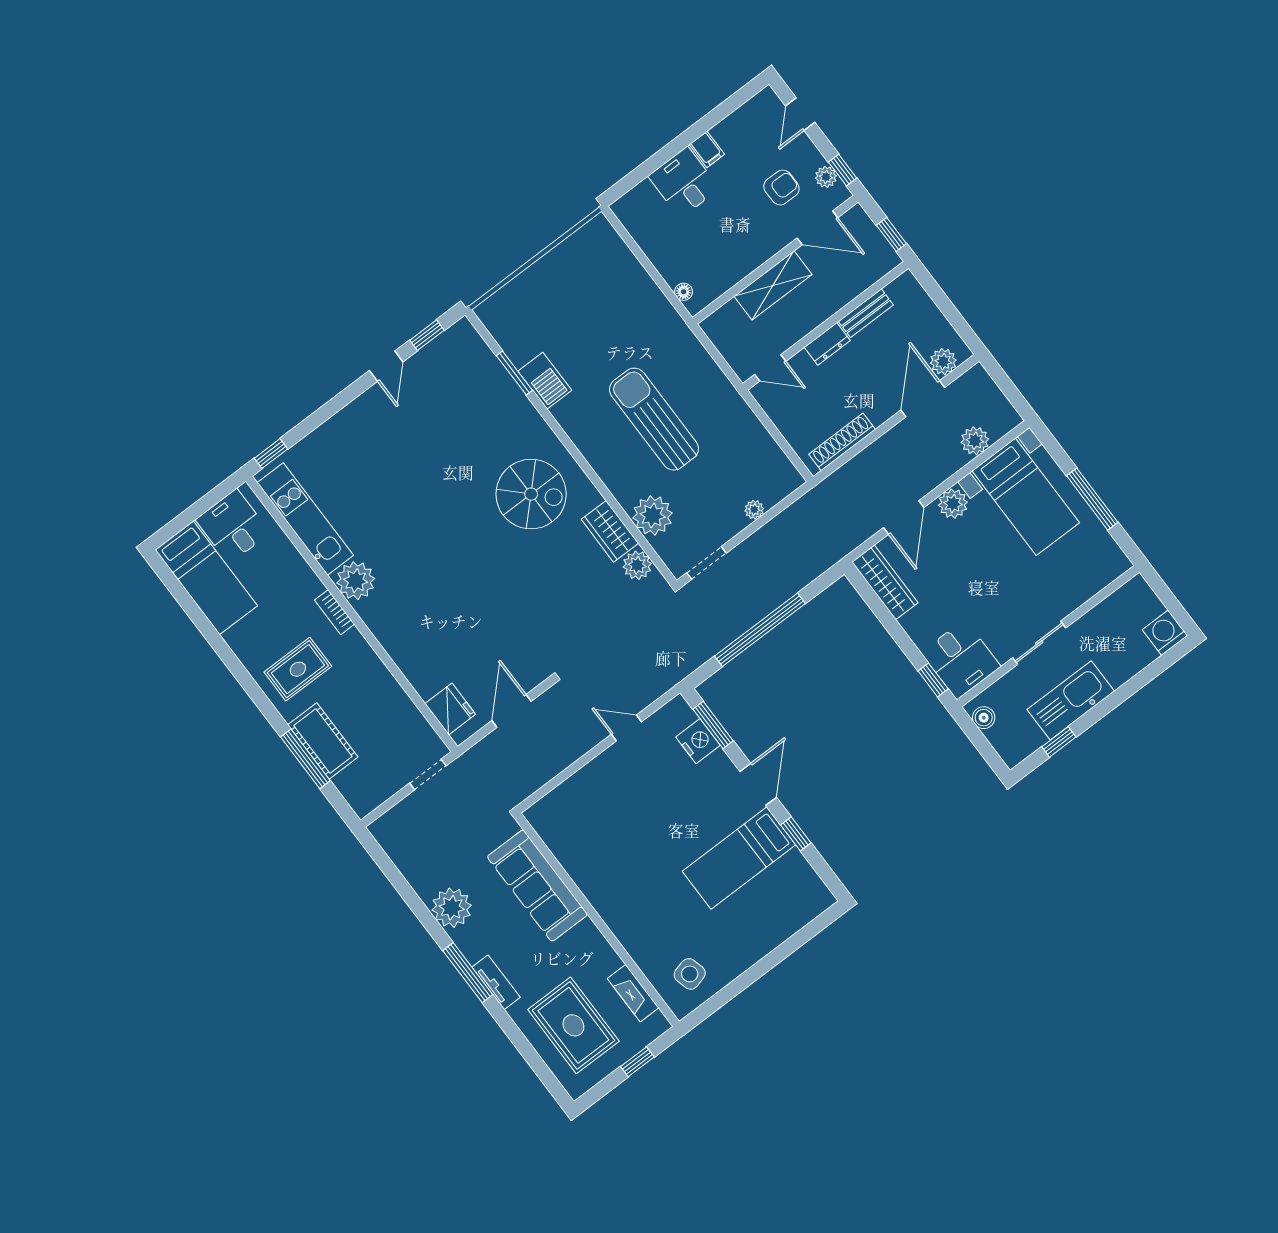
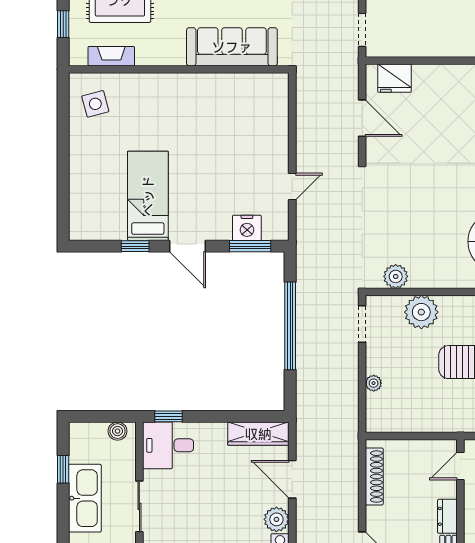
wardrobe: (610, 531) -> (432, 275), removed

